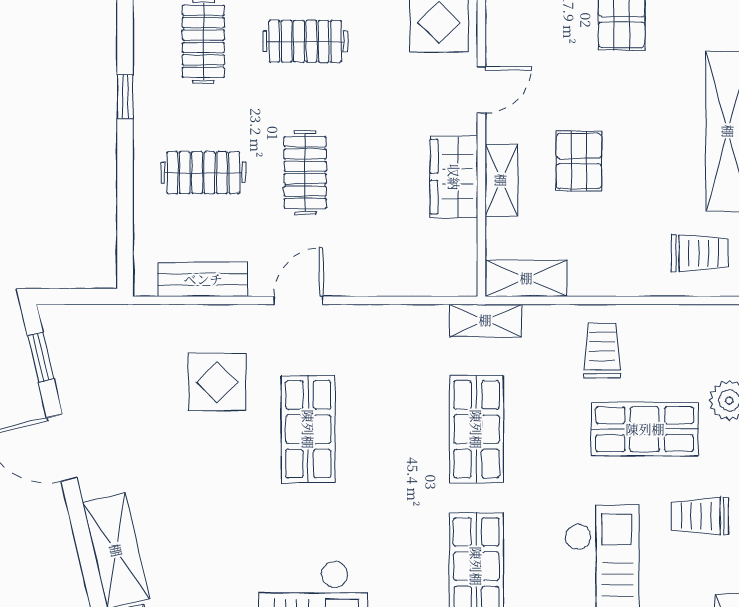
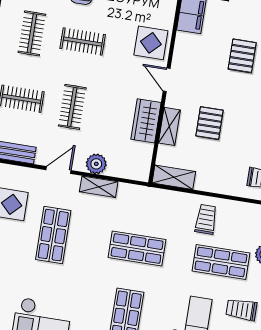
door: (481, 90) -> (167, 80), swing flipped
plant: (370, 276) -> (96, 164), added
shelving: (485, 320) -> (99, 187), moved
shop shelf: (476, 429) -> (137, 249), turned 90

